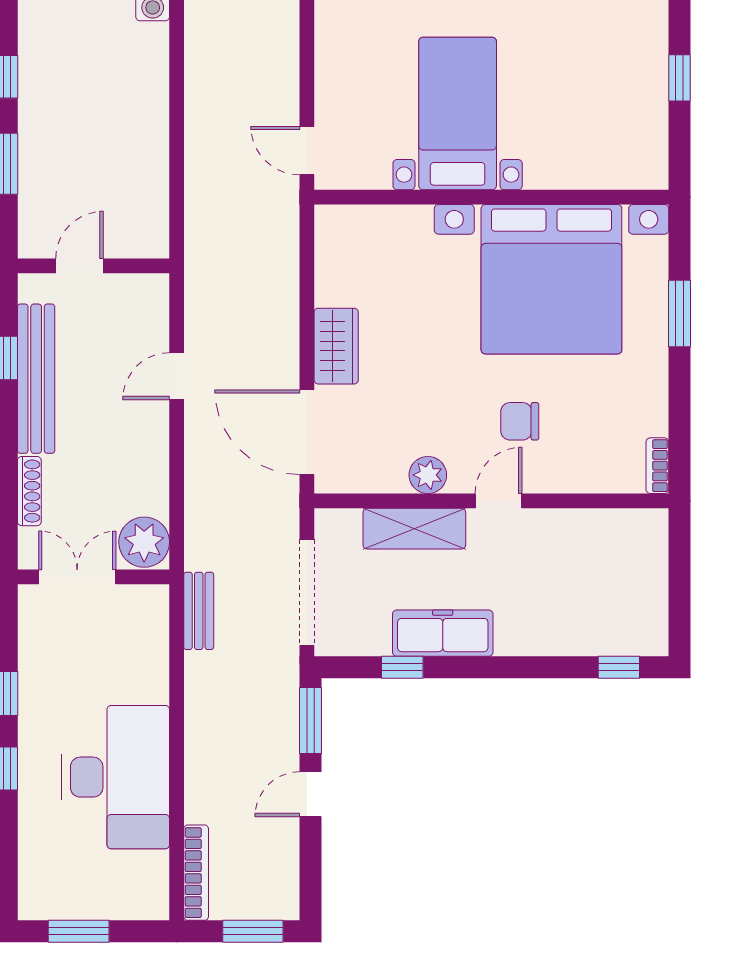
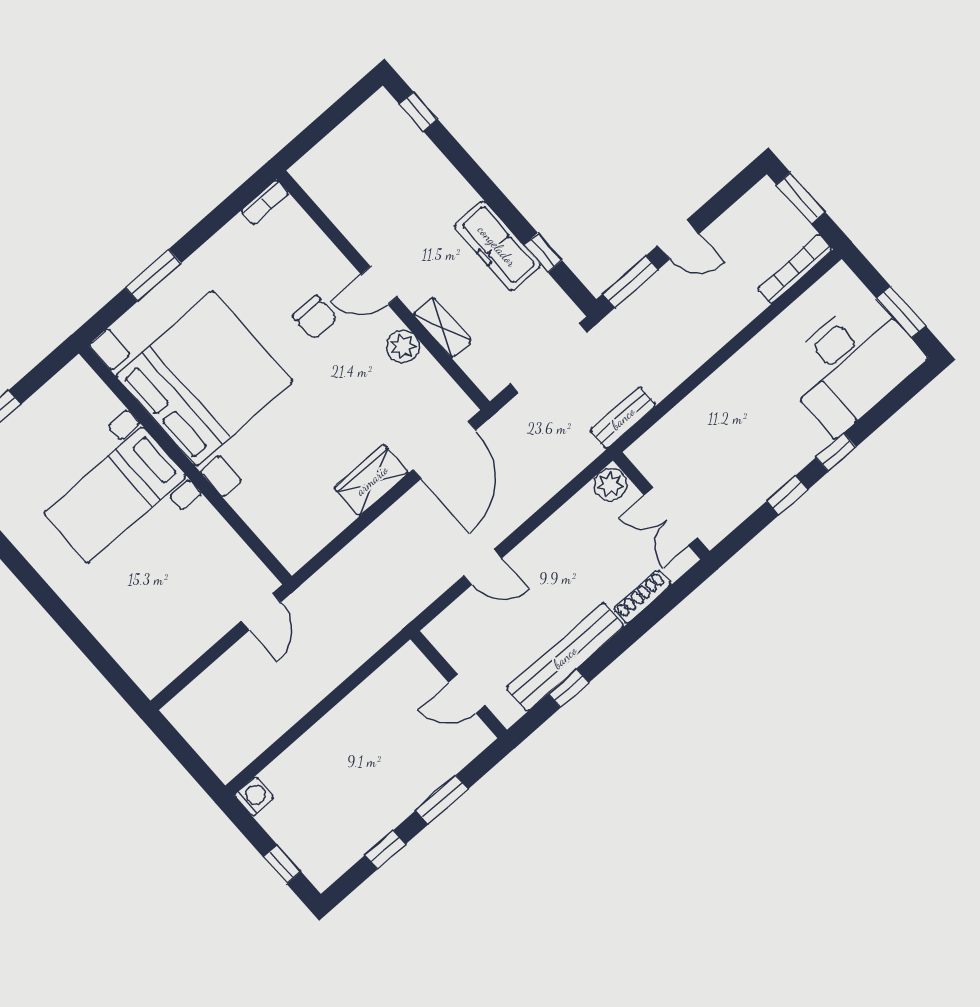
bed with nightstands: (458, 114) -> (115, 495), moved
shelving: (414, 529) -> (442, 327), width x0.67, depth x0.75
plant: (144, 542) -> (610, 484), width x0.73, depth x0.73
desk: (116, 777) -> (851, 364), moved, turned 180

